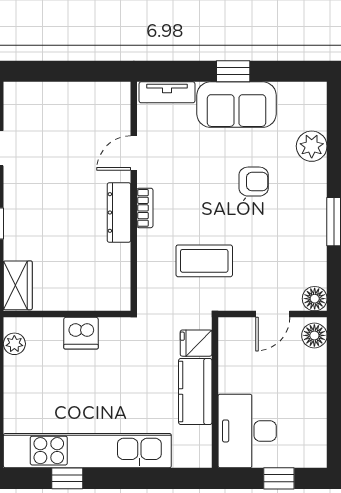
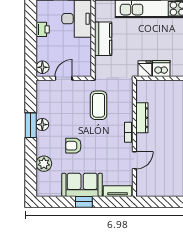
dresser: (119, 212) -> (142, 118), moved
coffee table: (204, 261) -> (99, 105), turned 90
floor lamp: (315, 299) -> (42, 125), moved
fridge: (196, 343) -> (145, 69), moved, turned -90
printer: (314, 410) -> (43, 29), added

